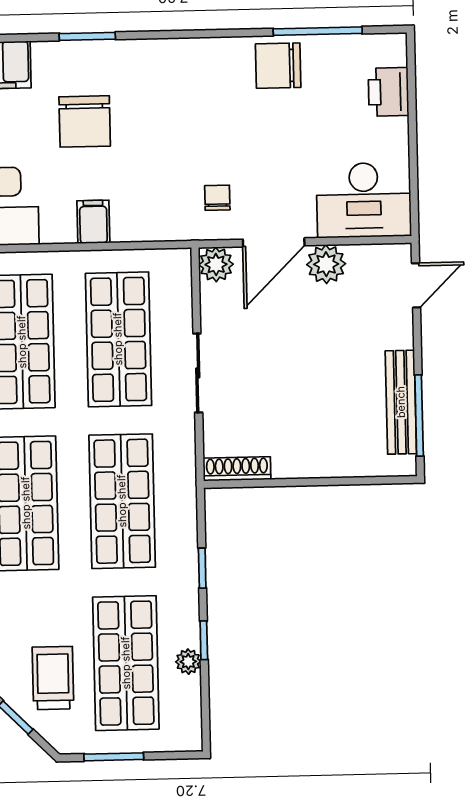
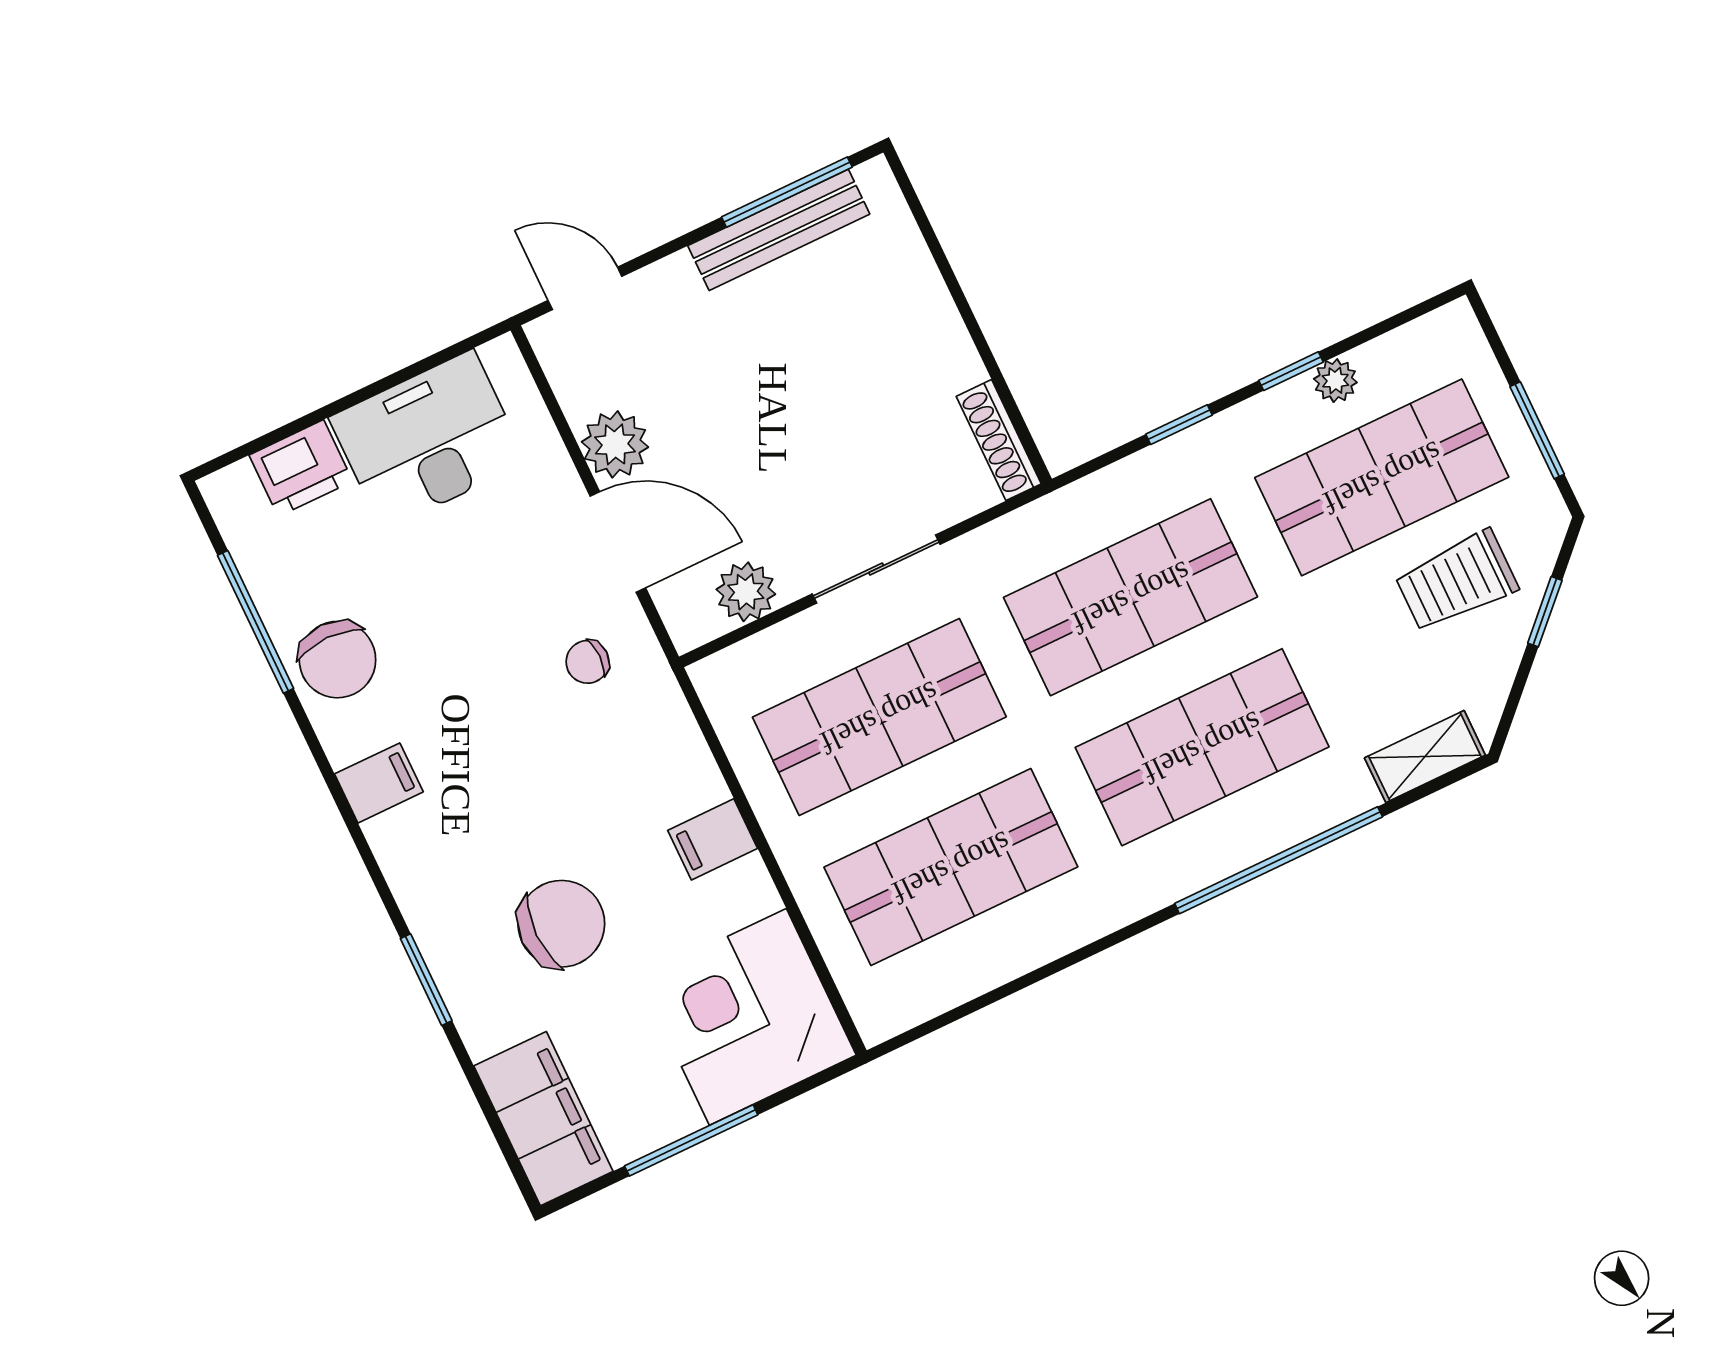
filing cabinet: (203, 58) -> (379, 783), added
desk: (364, 200) -> (428, 440), moved, turned -90
plant: (216, 264) -> (746, 592), moved

